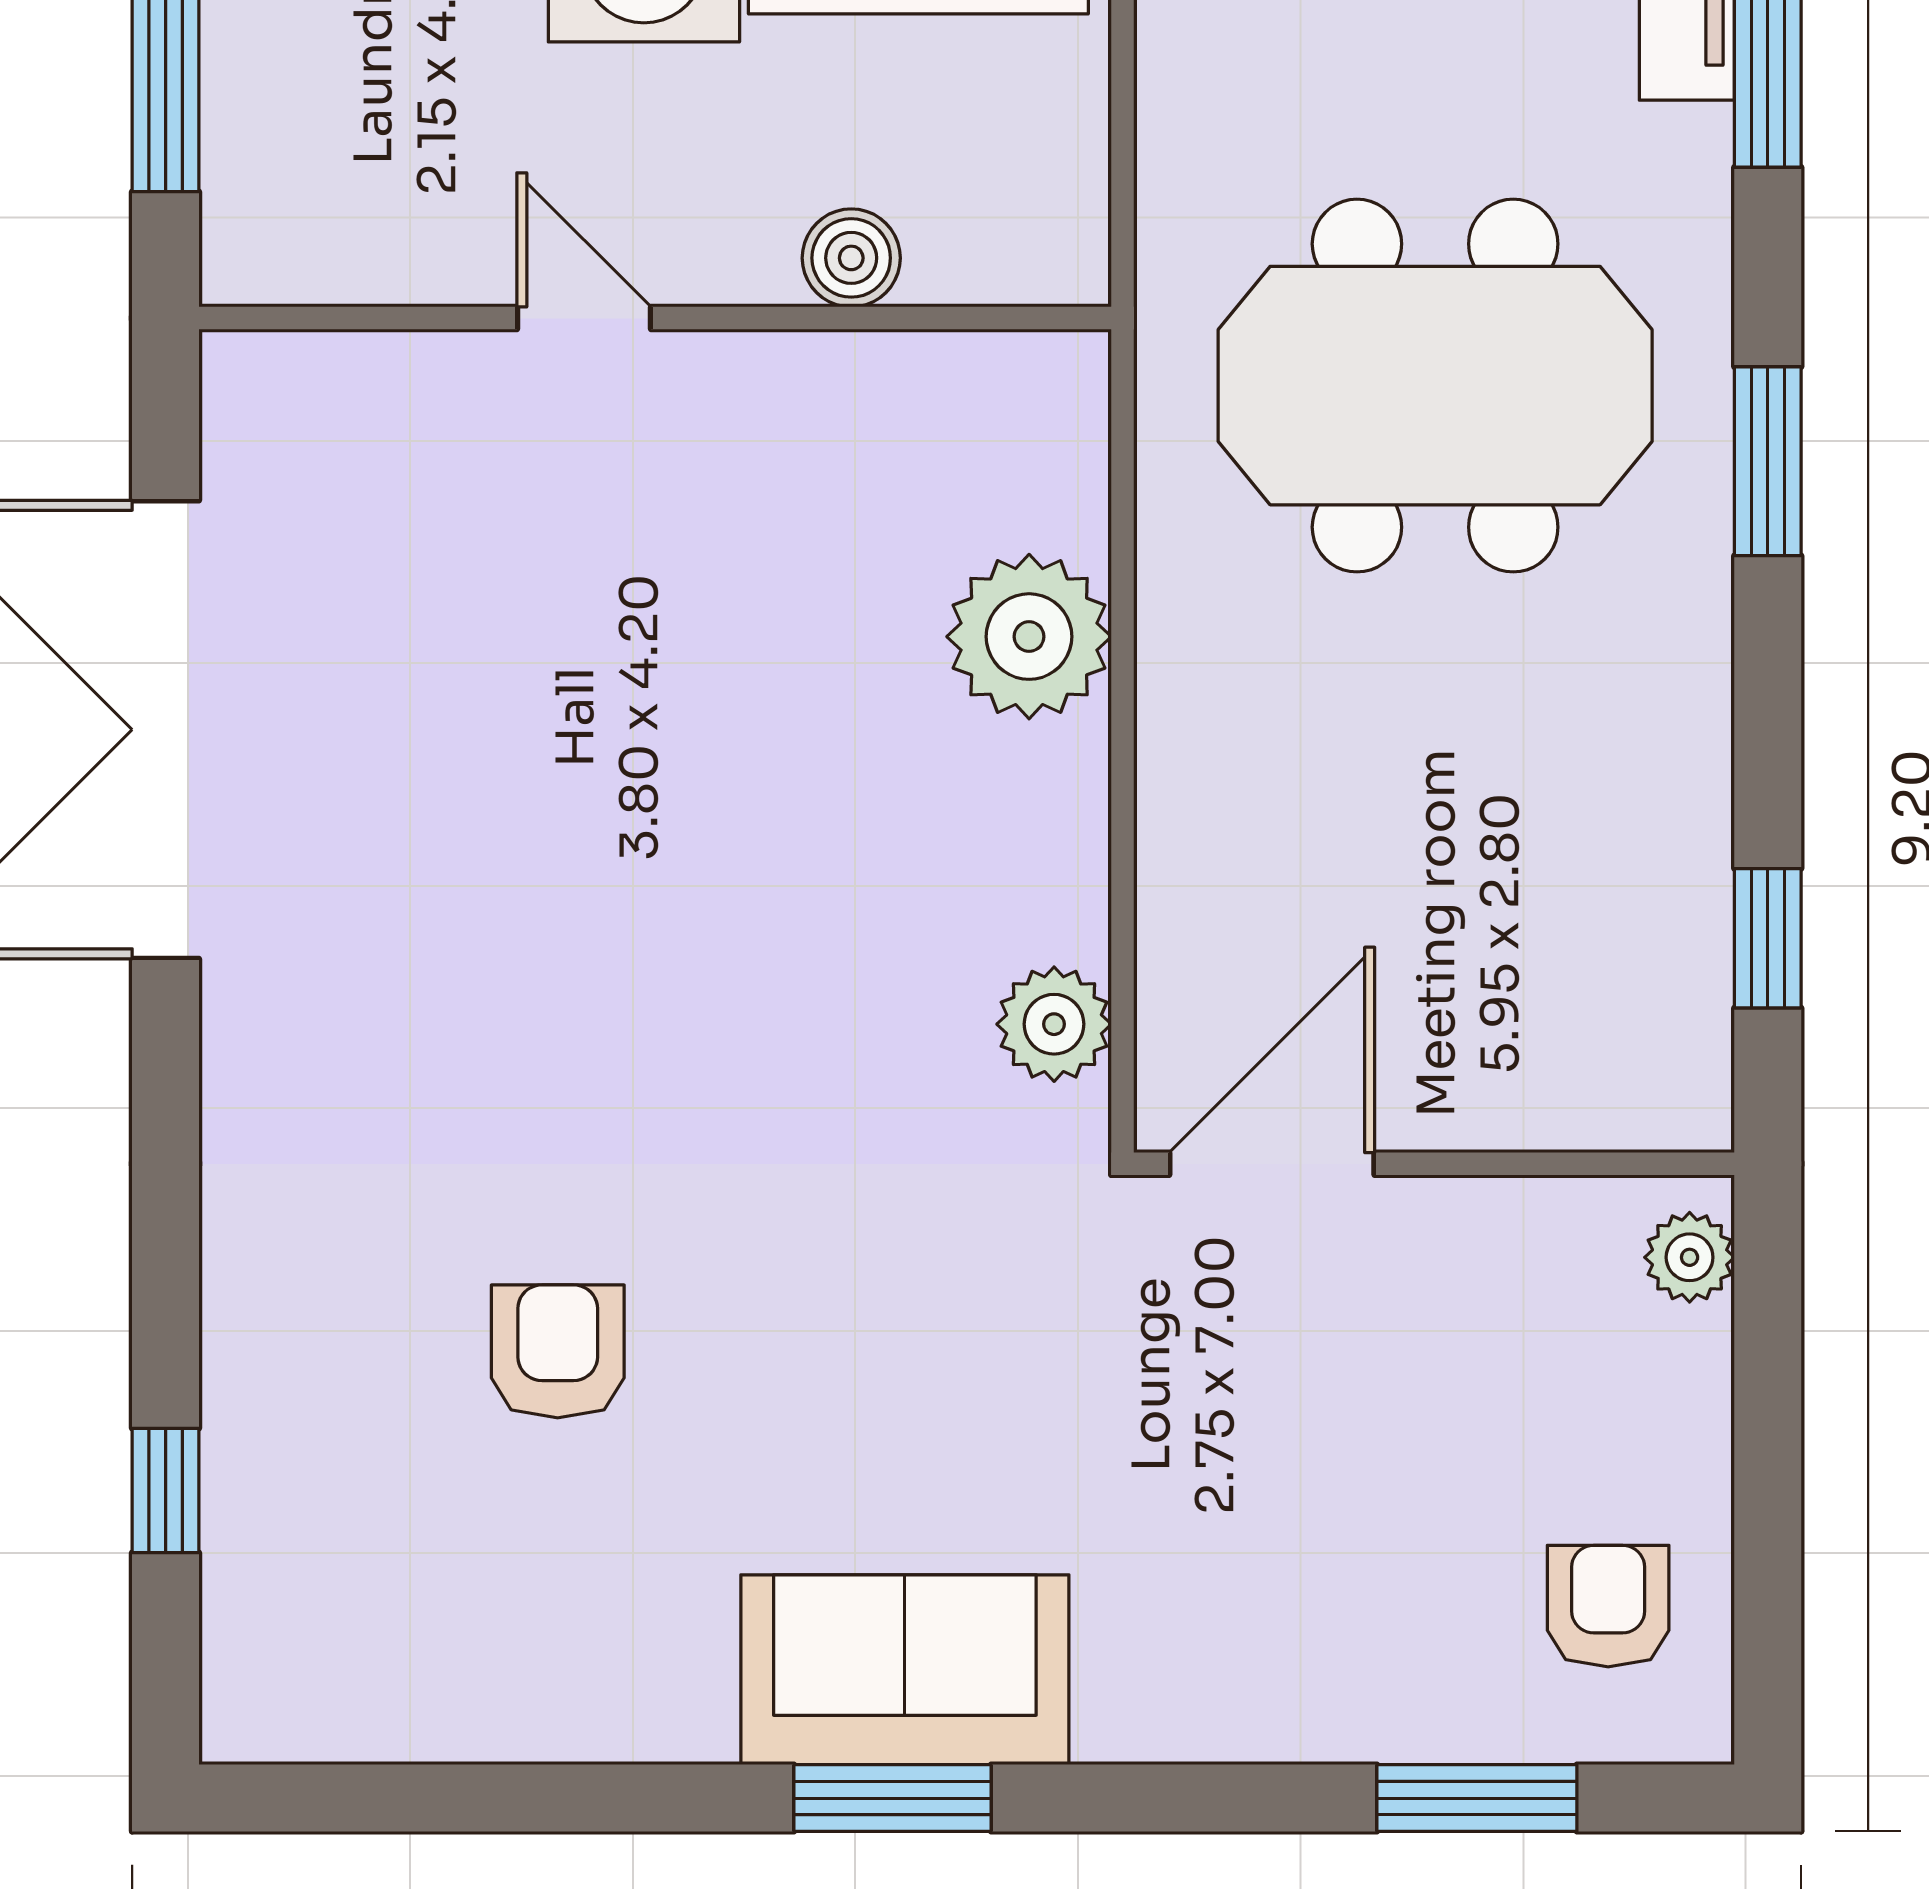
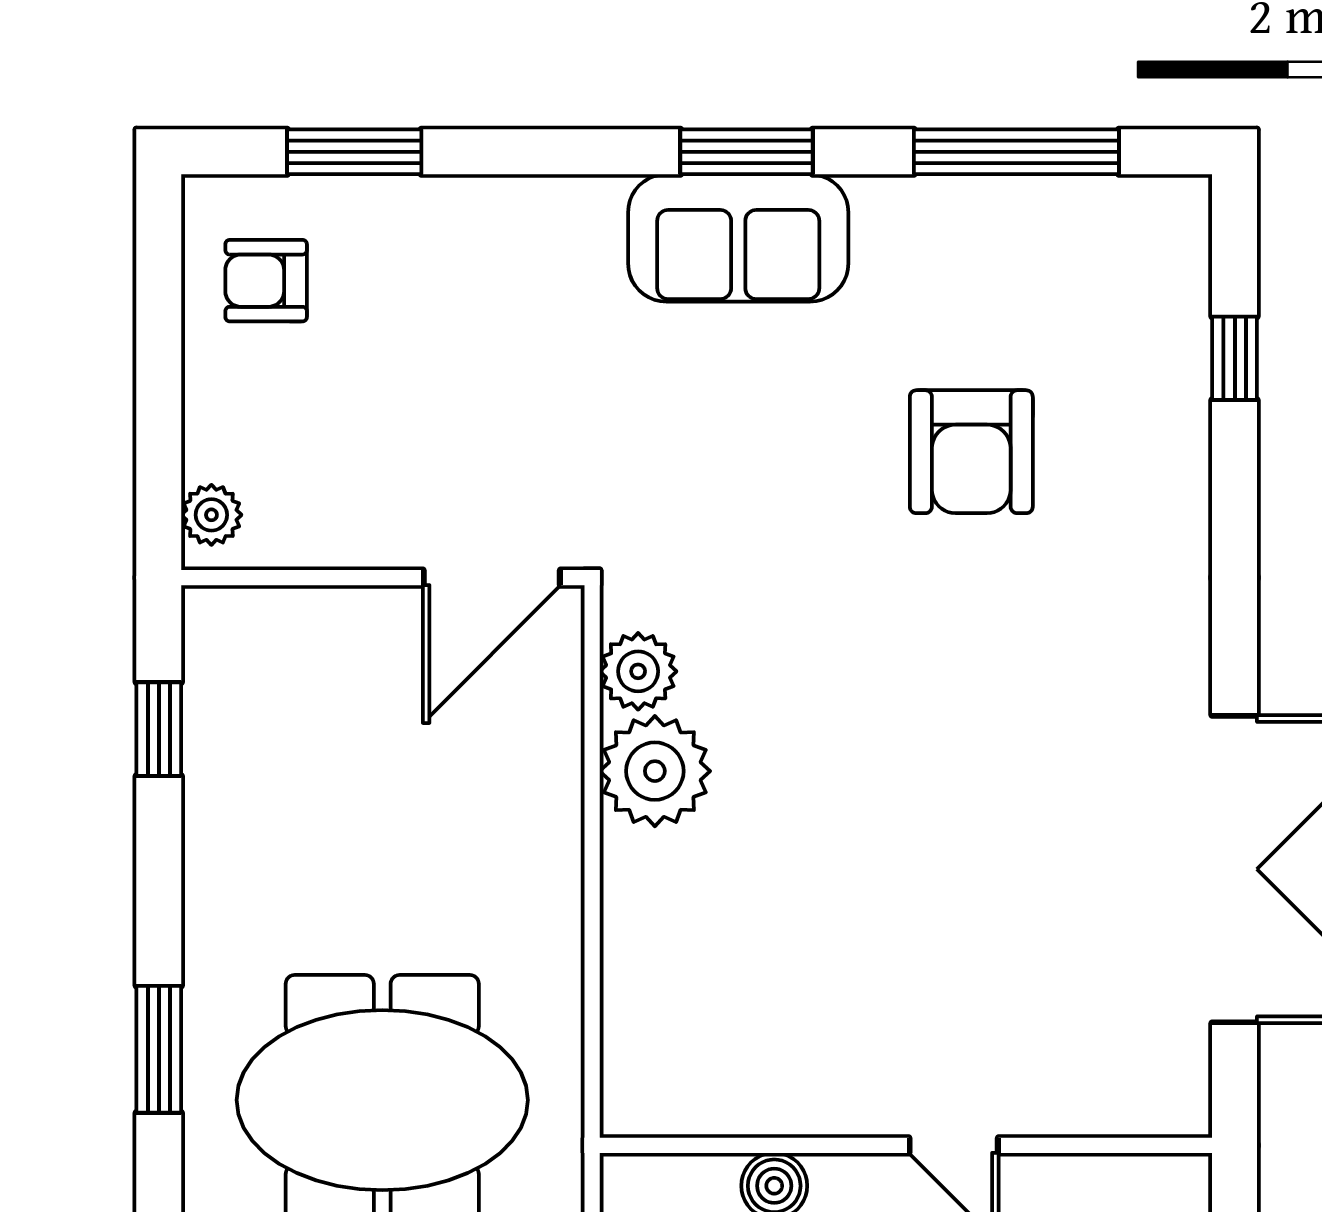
plant: (1029, 637) -> (655, 771), moved
armchair: (558, 1351) -> (971, 452), width x1.38, depth x1.38
armchair: (1608, 1606) -> (266, 281), turned 90
window: (490, 1798) -> (1016, 152), added

